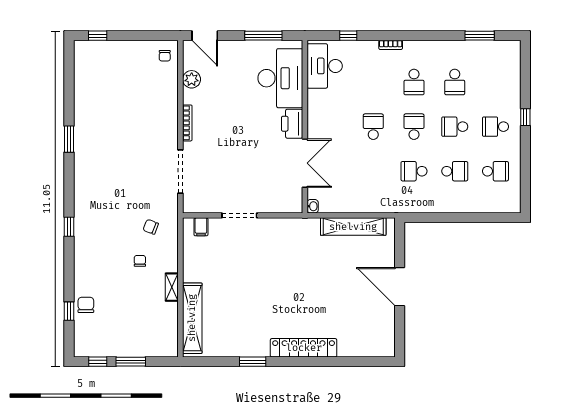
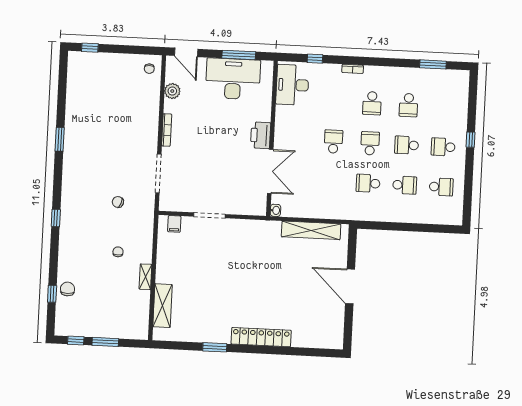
desk: (280, 78) -> (233, 79), moved, turned -90
chair: (151, 227) -> (118, 202), moved
shelving: (192, 318) -> (163, 306), width x0.68

